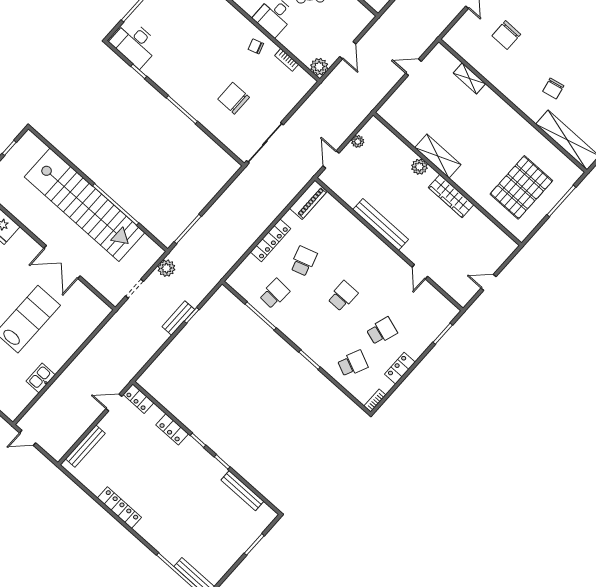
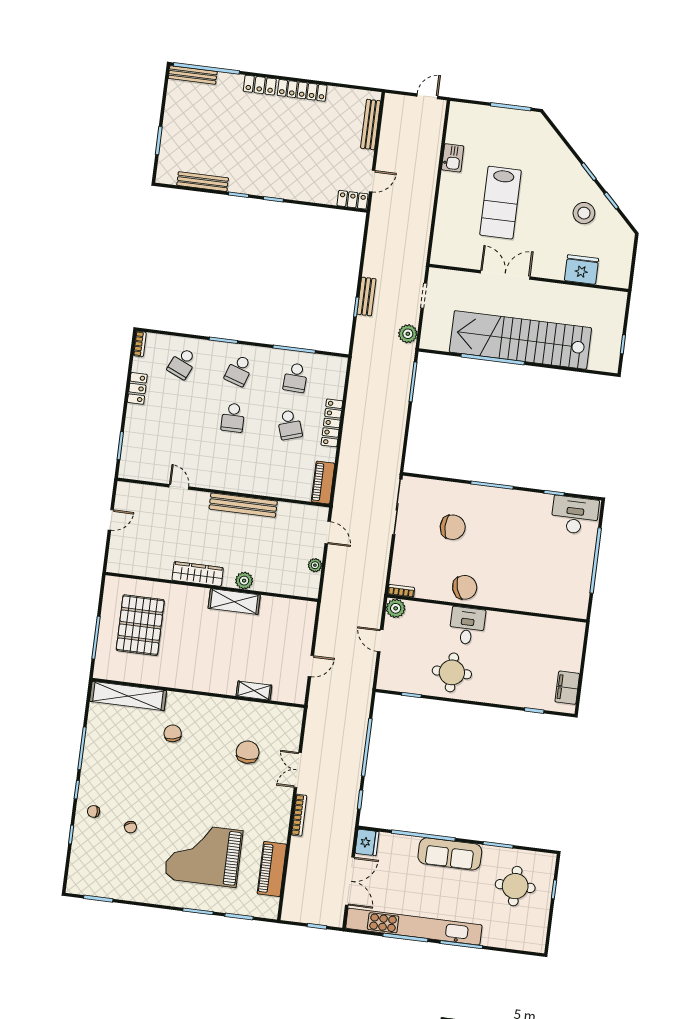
chair: (256, 46) -> (465, 587), width x1.87, depth x1.87
bookcase: (287, 60) -> (401, 591), moved
school desk: (382, 331) -> (239, 370), moved
locker: (172, 429) -> (260, 85), moved, turned 180

